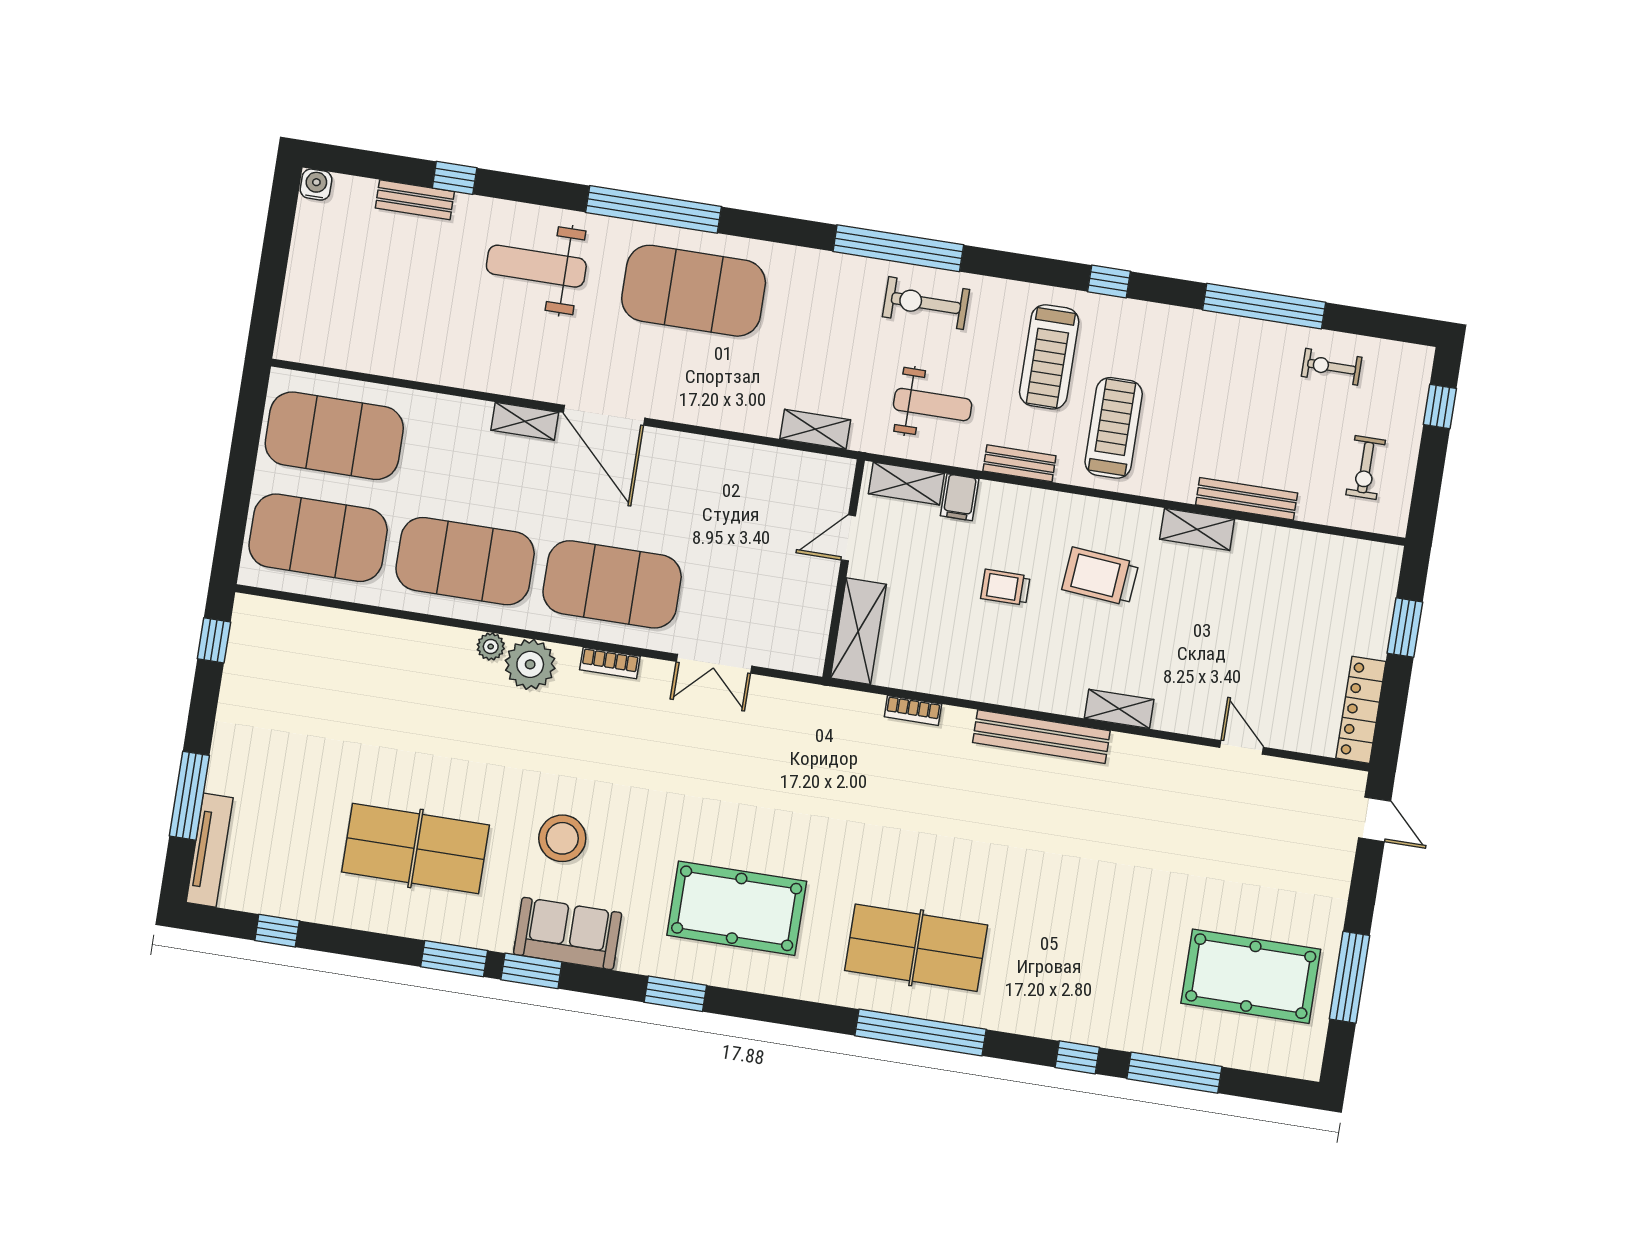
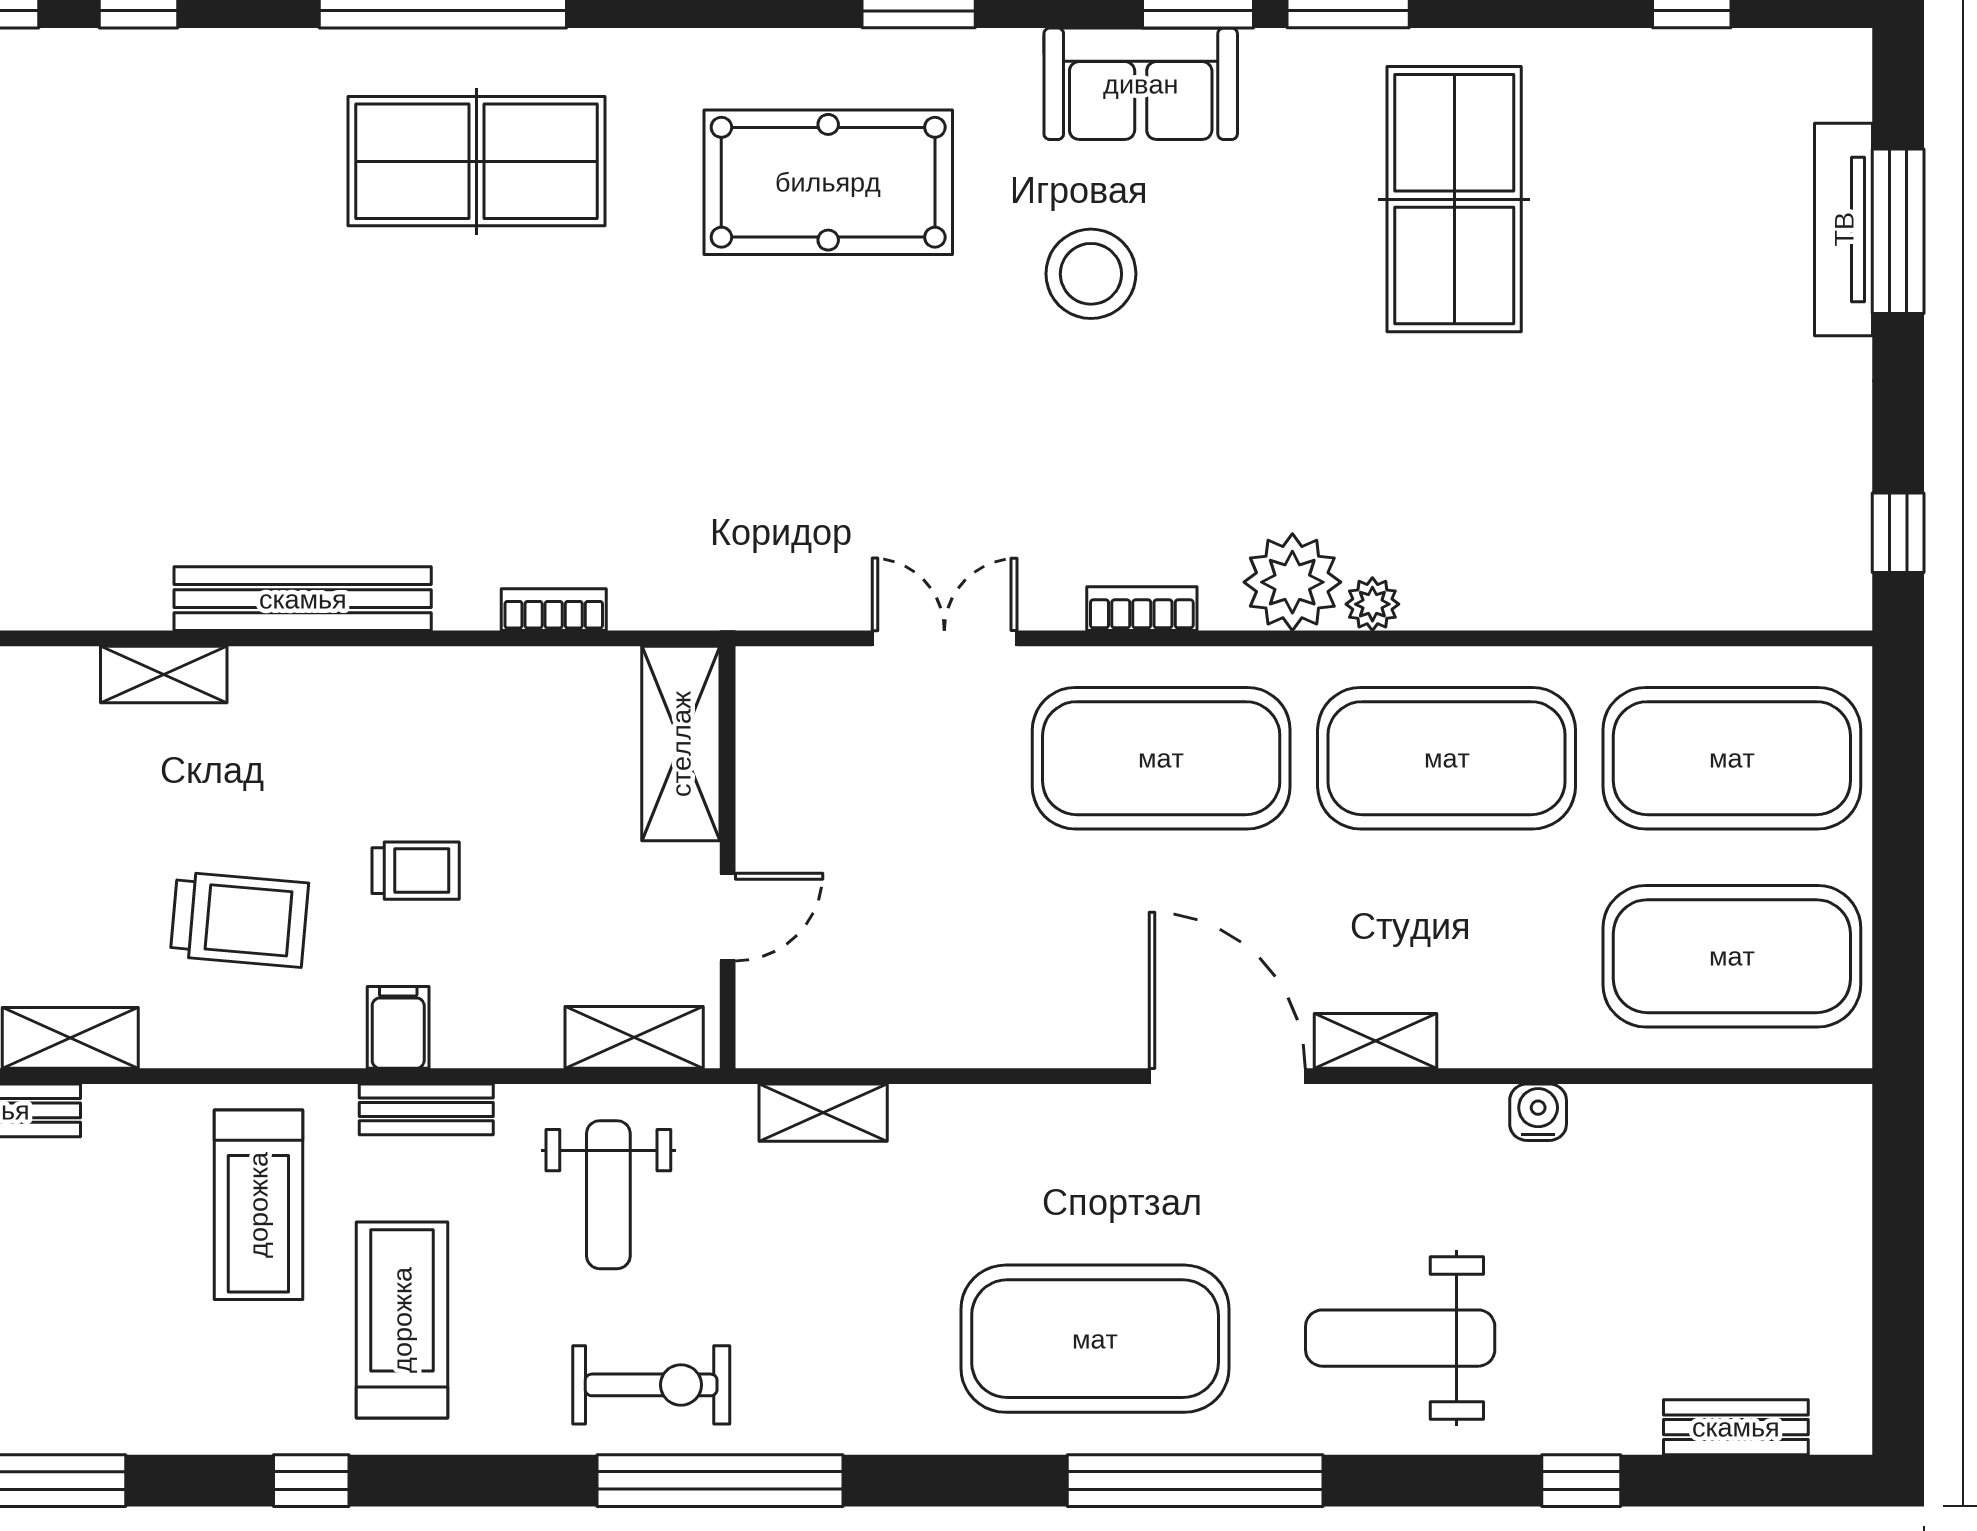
water cooler: (316, 185) -> (1538, 1112), moved, turned 180
bench: (415, 200) -> (1736, 1427), moved
weight bench: (536, 266) -> (1400, 1338), turned 180
weight bench: (933, 405) -> (608, 1195), turned -90
filing cabinet: (960, 497) -> (398, 1027), moved
stool: (562, 838) -> (1091, 274), moved
table tennis table: (416, 848) -> (1454, 199), turned 90
tv unit: (210, 850) -> (1844, 229), moved

